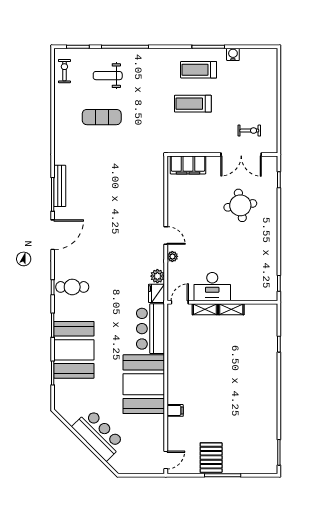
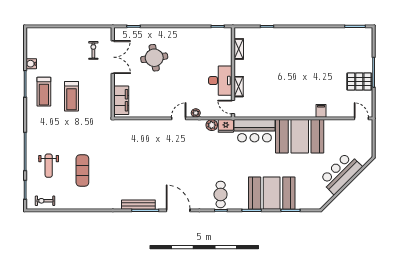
shelving: (231, 309) -> (239, 49), moved

